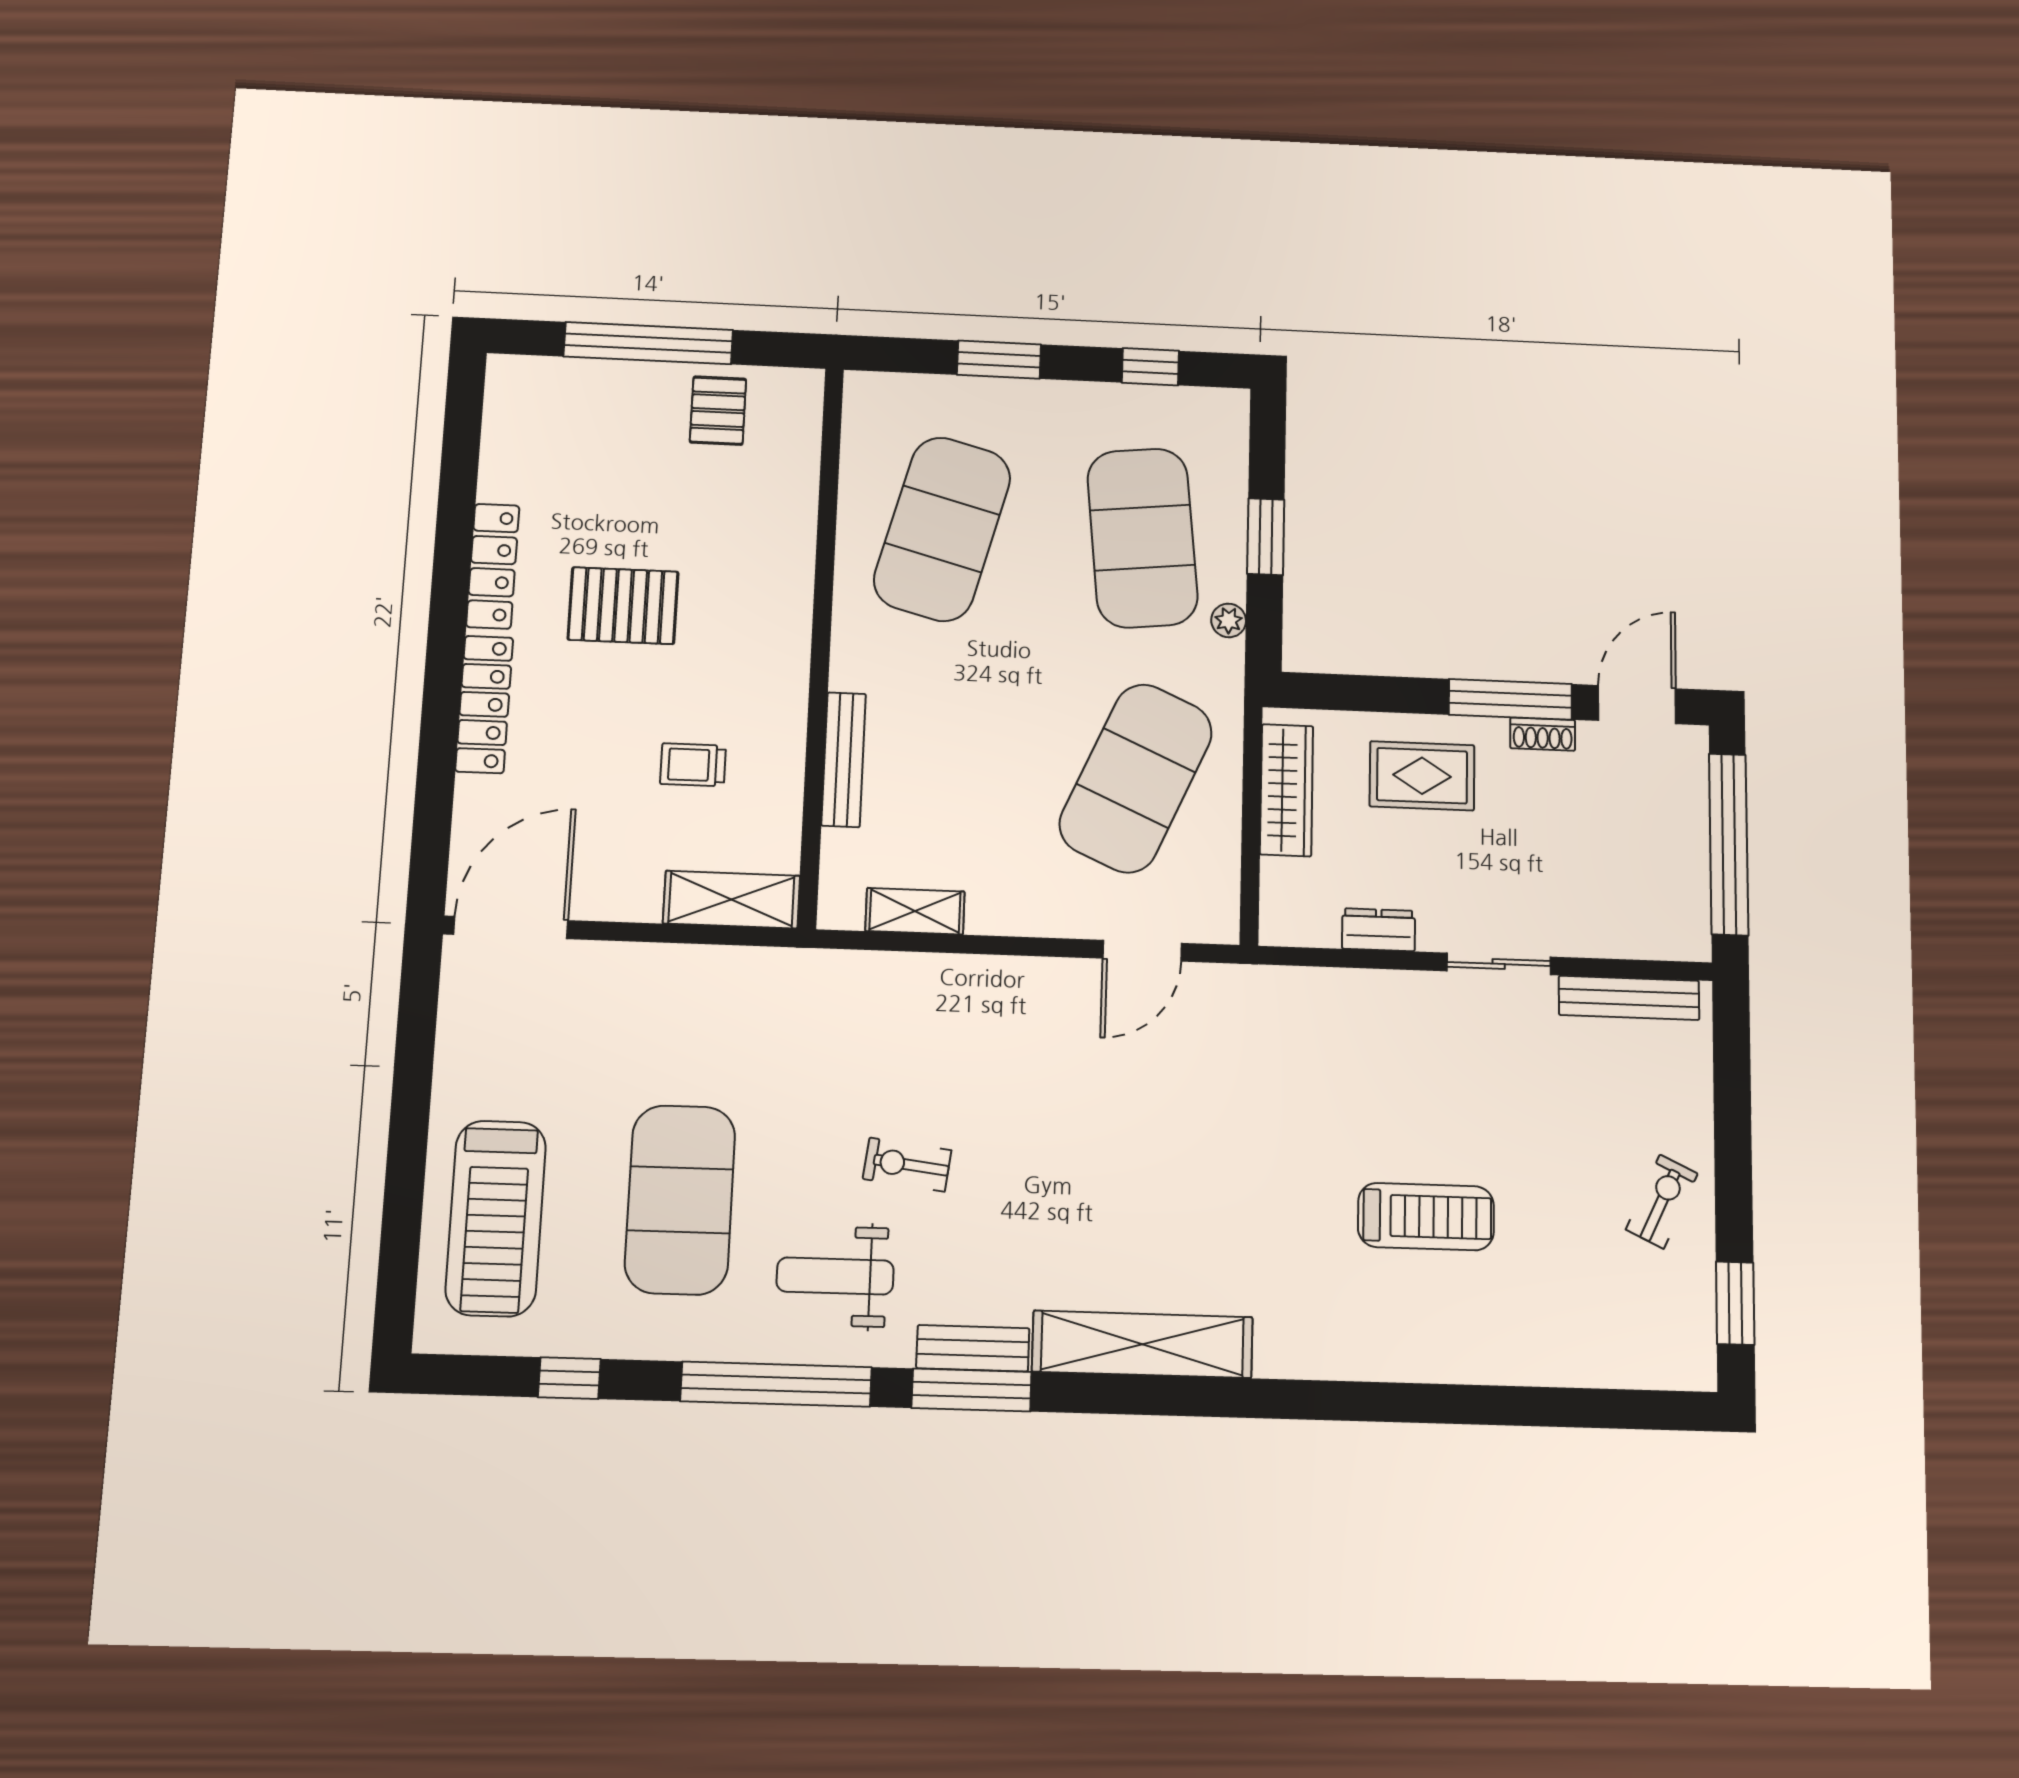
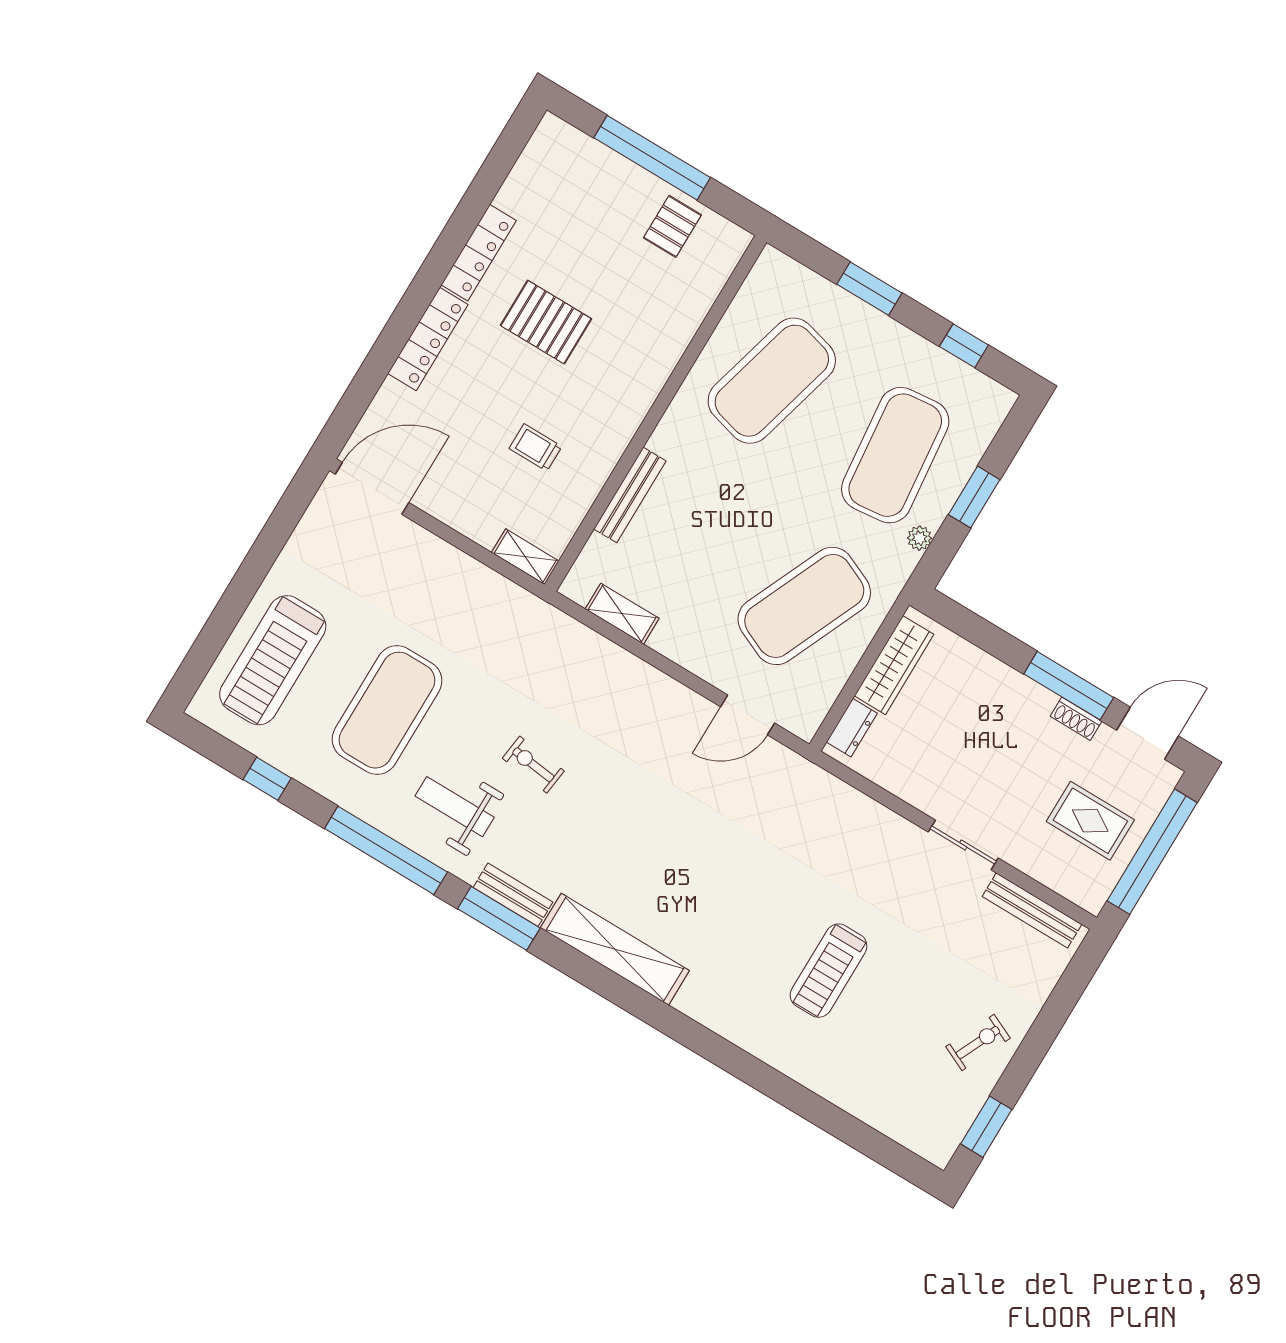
rug: (1422, 776) -> (1090, 821), moved
shelving: (731, 900) -> (525, 557), width x0.67, depth x0.75
dresser: (1379, 930) -> (852, 728), moved, turned 90
treadmill: (1426, 1217) -> (829, 971), turned 90

